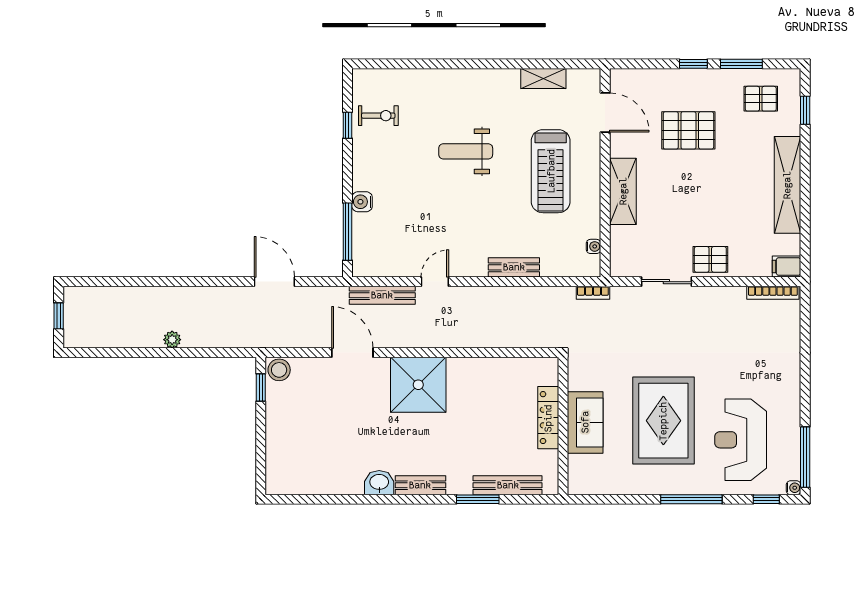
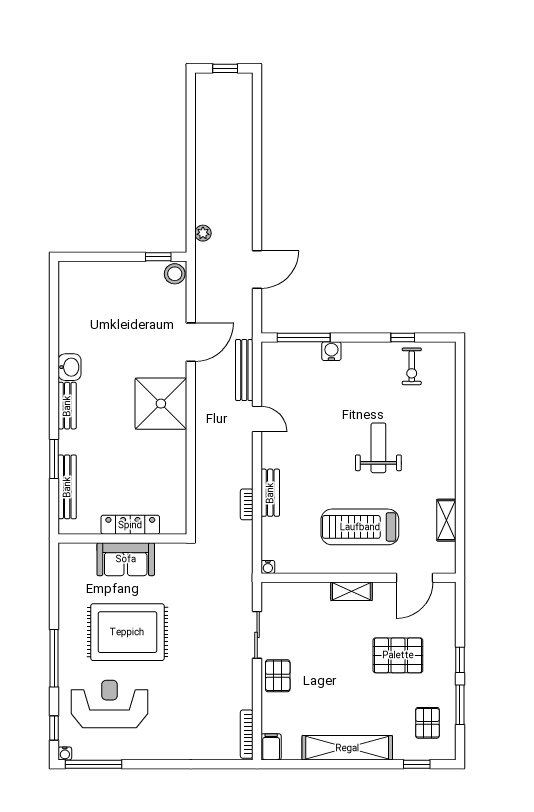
pallet: (688, 130) -> (398, 655), turned 90
shelving: (623, 191) -> (351, 591), width x0.67, depth x0.75
water cooler: (594, 246) -> (268, 567), moved
bookcase: (593, 293) -> (247, 504), moved
plant: (172, 340) -> (203, 233), moved

